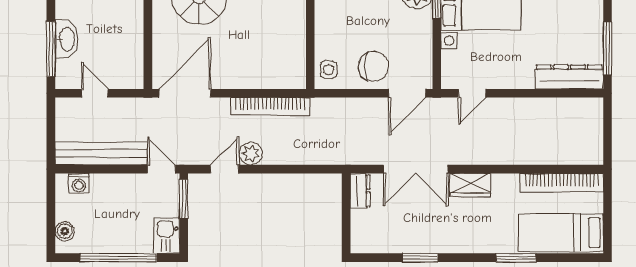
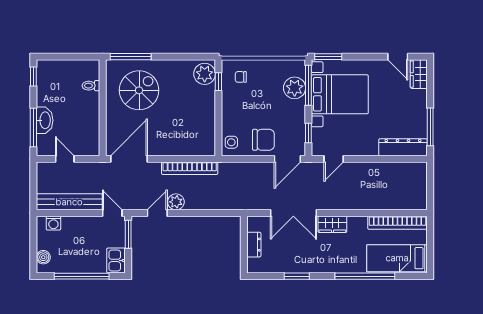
window: (437, 57) -> (308, 133), added
dresser: (360, 191) -> (254, 245), moved
window: (516, 258) -> (365, 276), width x2.11

